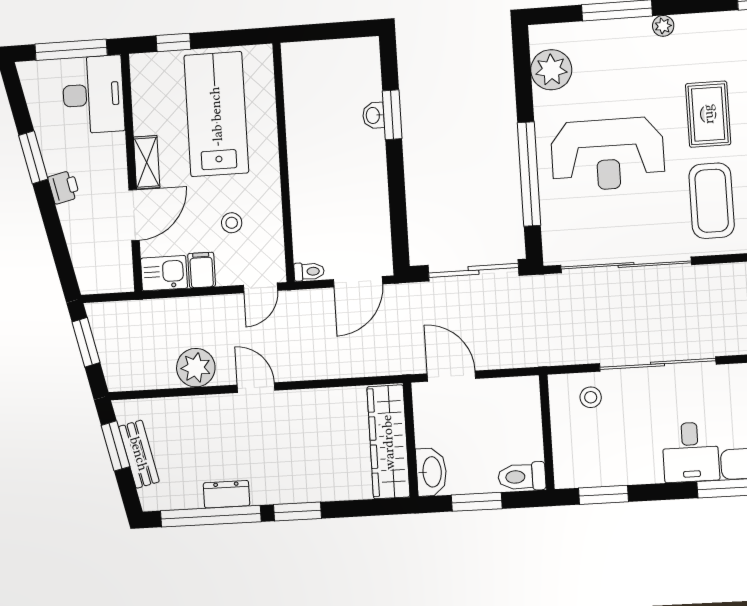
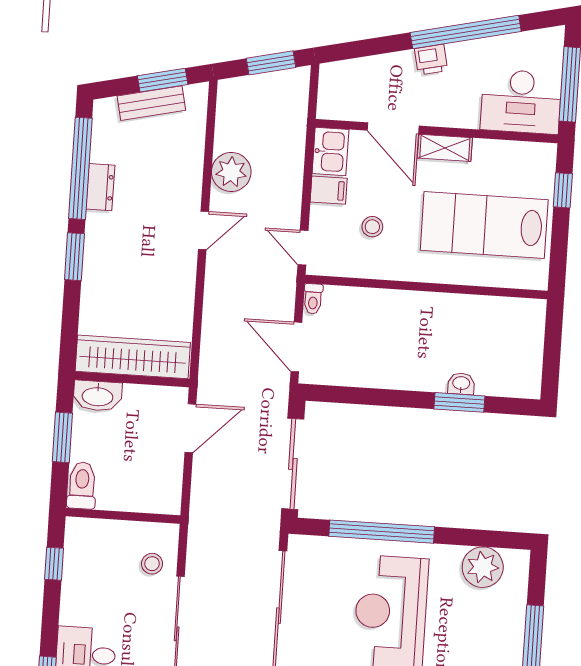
lab bench: (216, 114) -> (484, 225), turned 180
window: (33, 157) -> (466, 32), width x2.11
window: (604, 495) -> (54, 564), width x0.67

